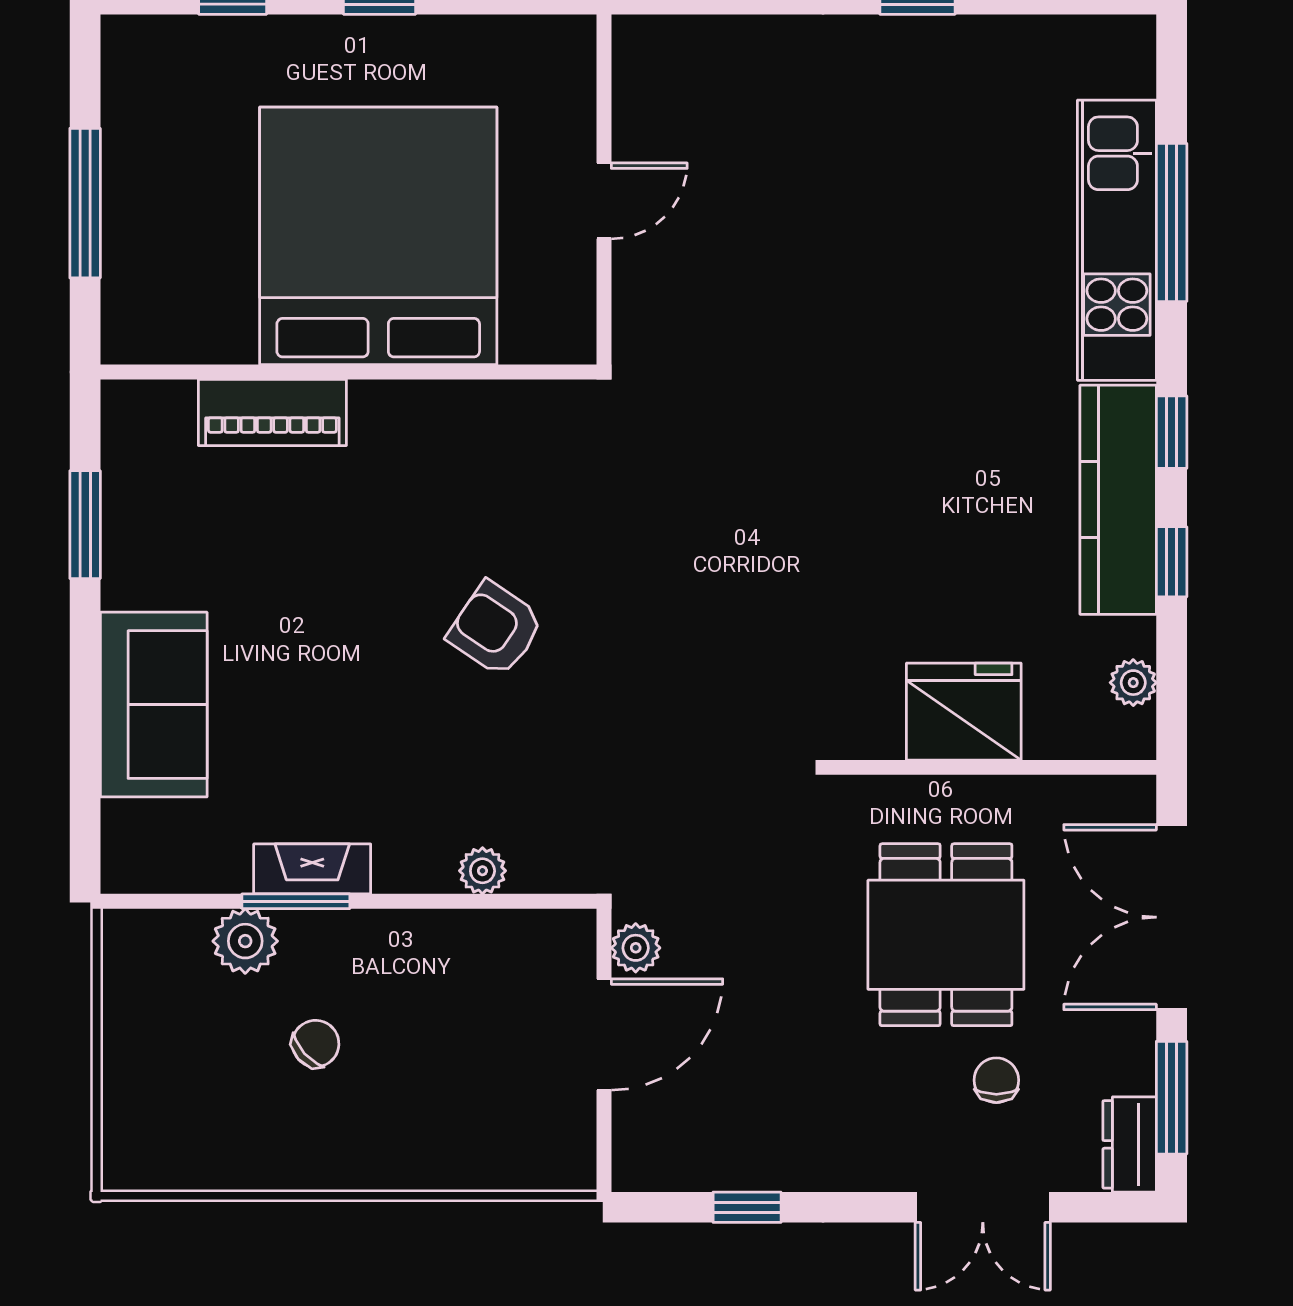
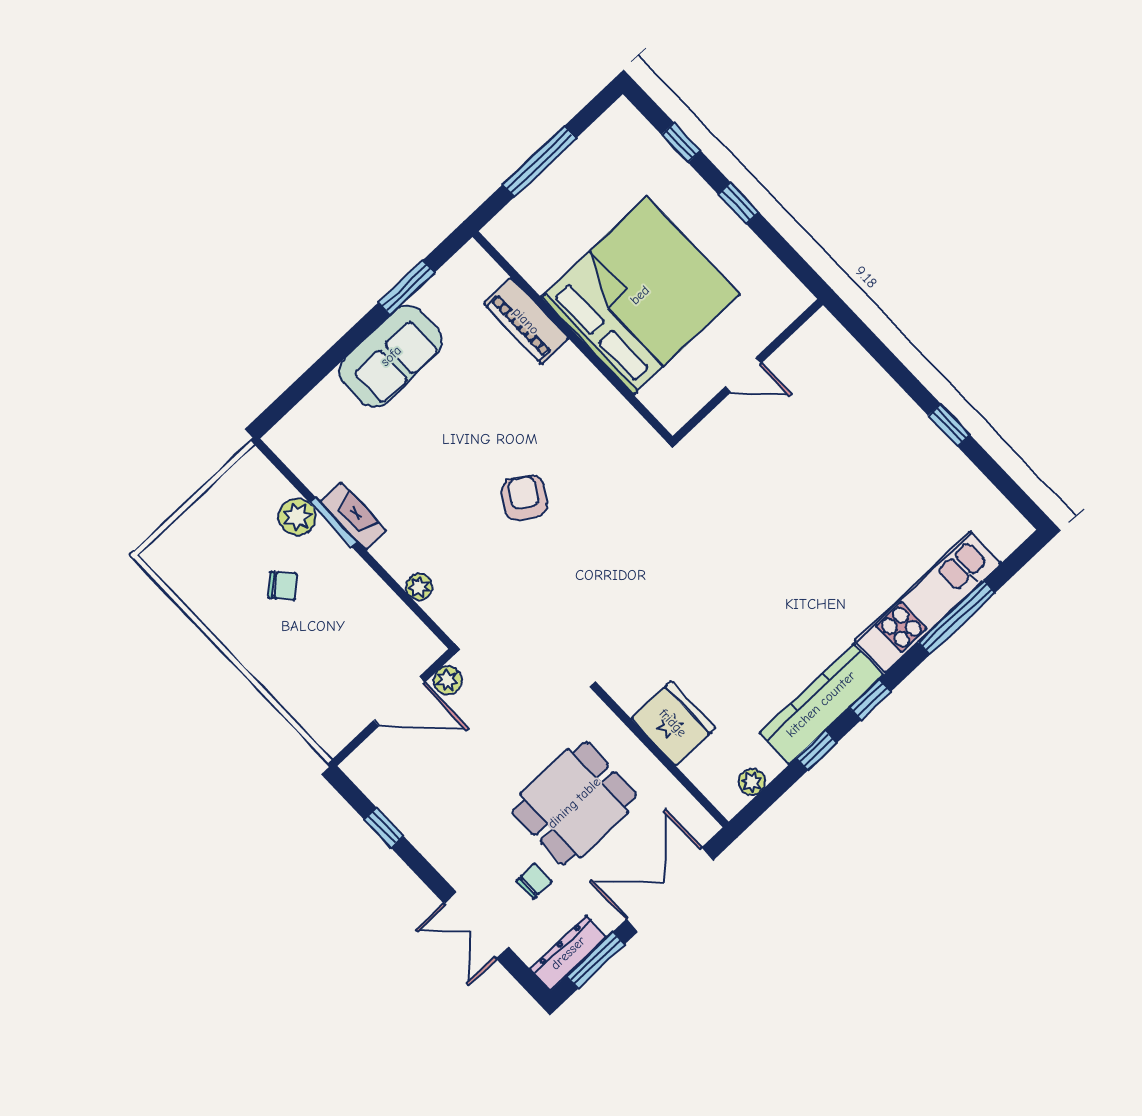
sofa: (154, 705) -> (391, 356), moved
dresser: (1130, 1144) -> (568, 953), width x1.44

